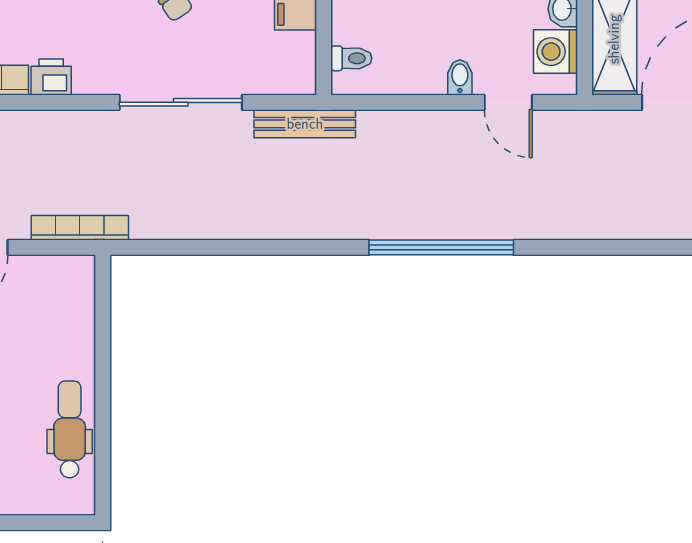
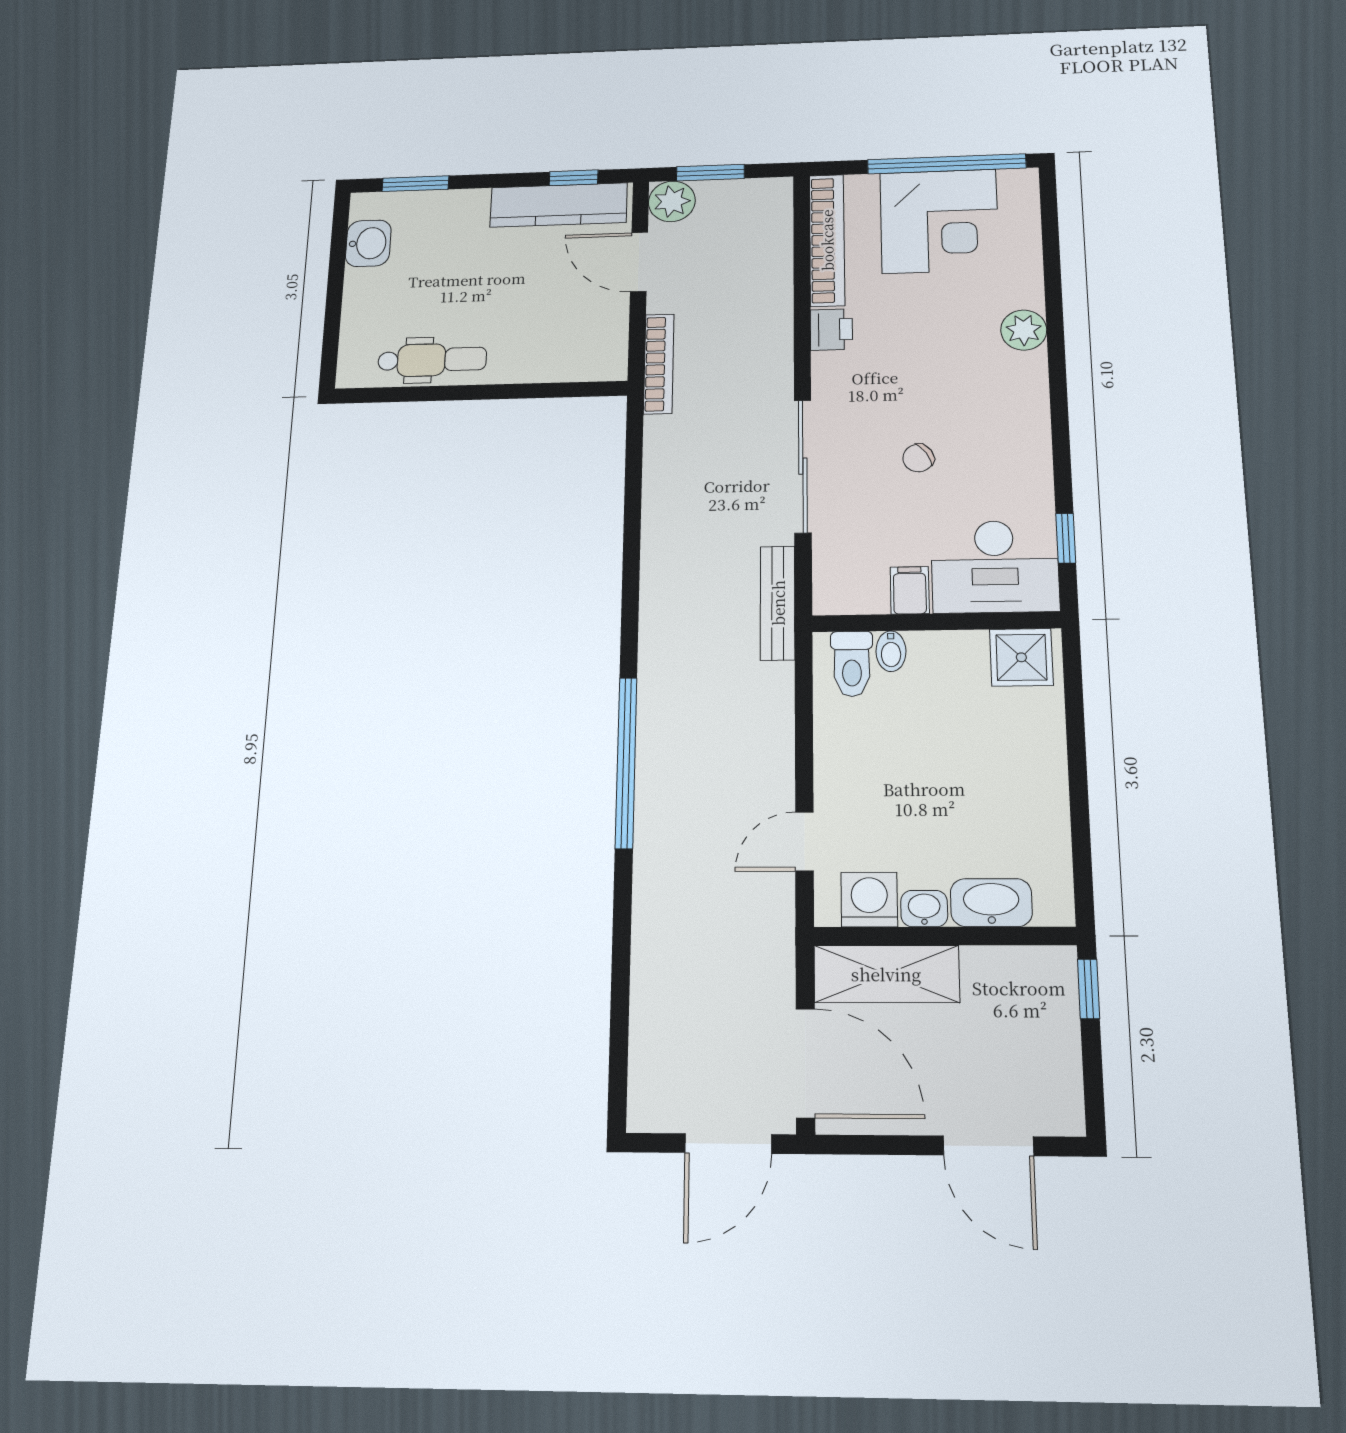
toilet: (351, 58) -> (852, 664), width x1.37, depth x1.39
bidet: (460, 77) -> (891, 651), moved, turned 90

